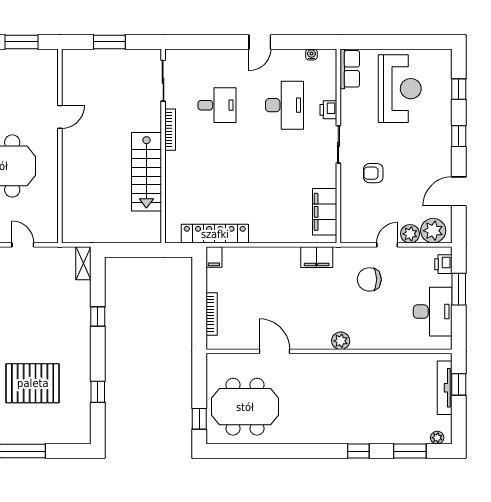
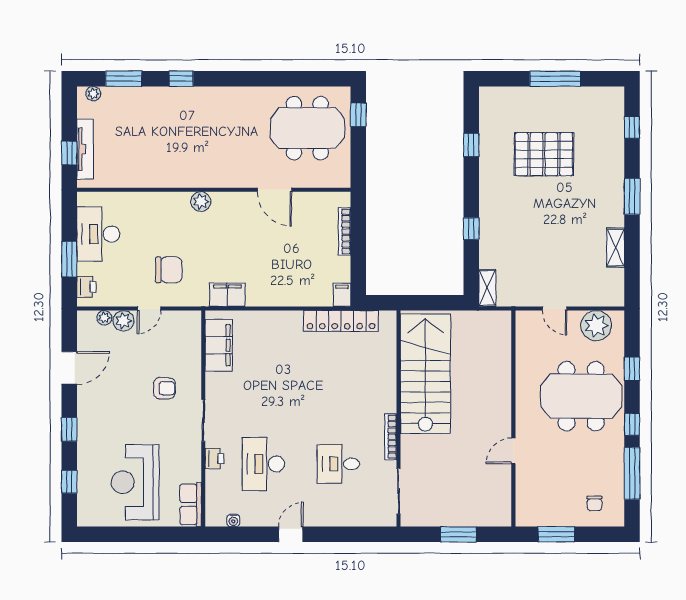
stairs: (146, 172) -> (425, 374), width x1.36, depth x1.51
plant: (433, 231) -> (104, 318), width x0.53, depth x0.53

